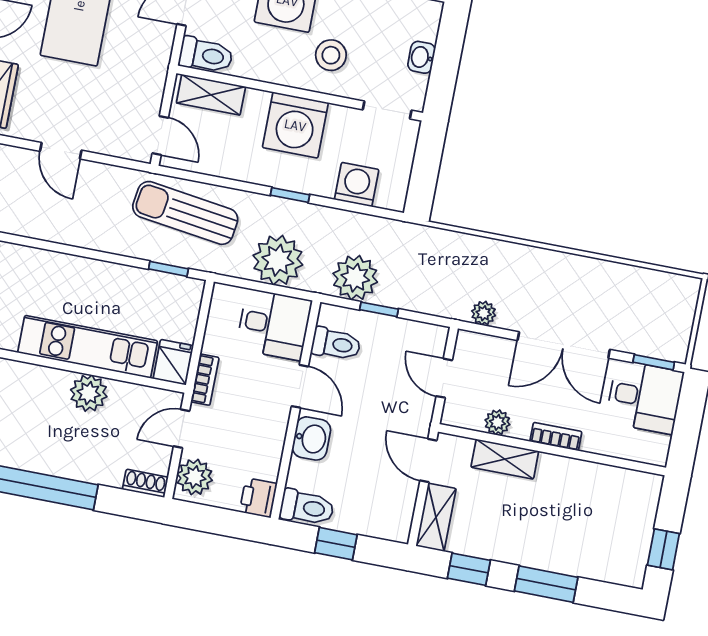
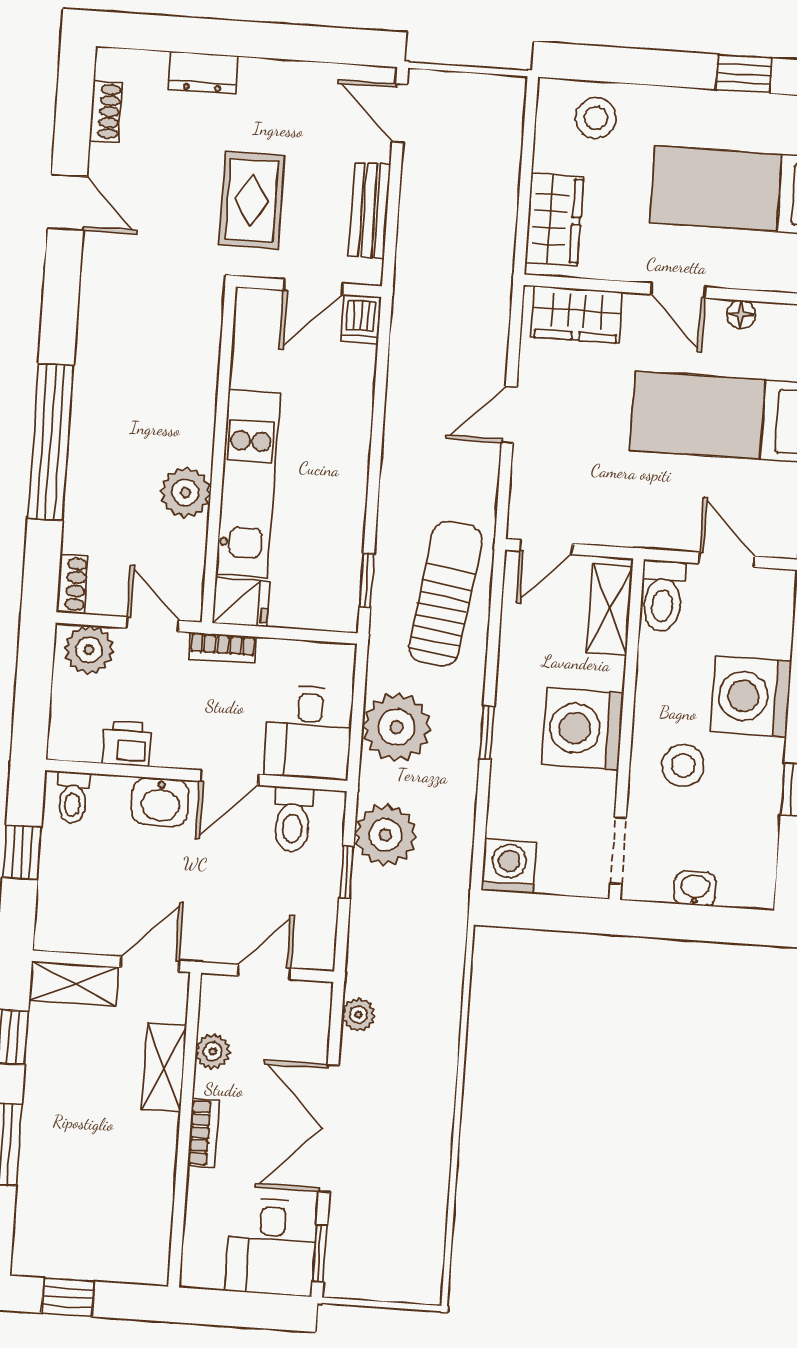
washing machine: (357, 185) -> (509, 866), moved, turned -90
printer: (258, 498) -> (127, 743), moved
toilet: (307, 507) -> (73, 798), width x0.73, depth x0.72

